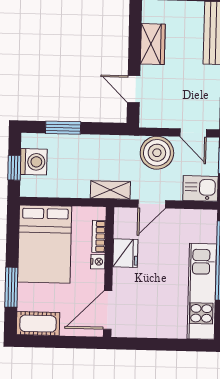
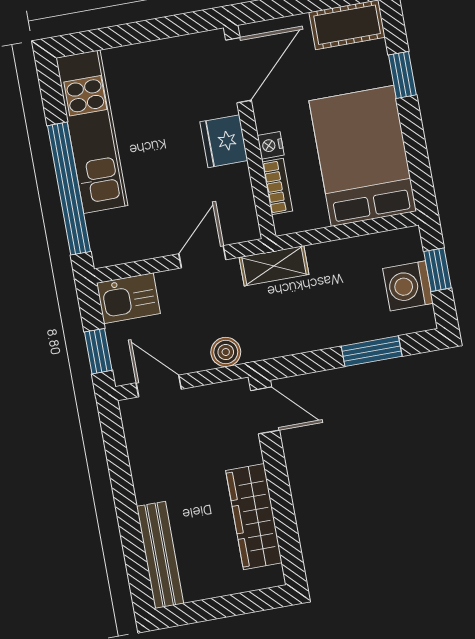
wardrobe: (153, 44) -> (254, 517), width x1.50
door: (134, 89) -> (265, 410), moved
boiler: (157, 153) -> (226, 352), width x0.54, depth x0.54
fridge: (125, 253) -> (224, 141), moved
window: (11, 287) -> (402, 75), width x0.67

